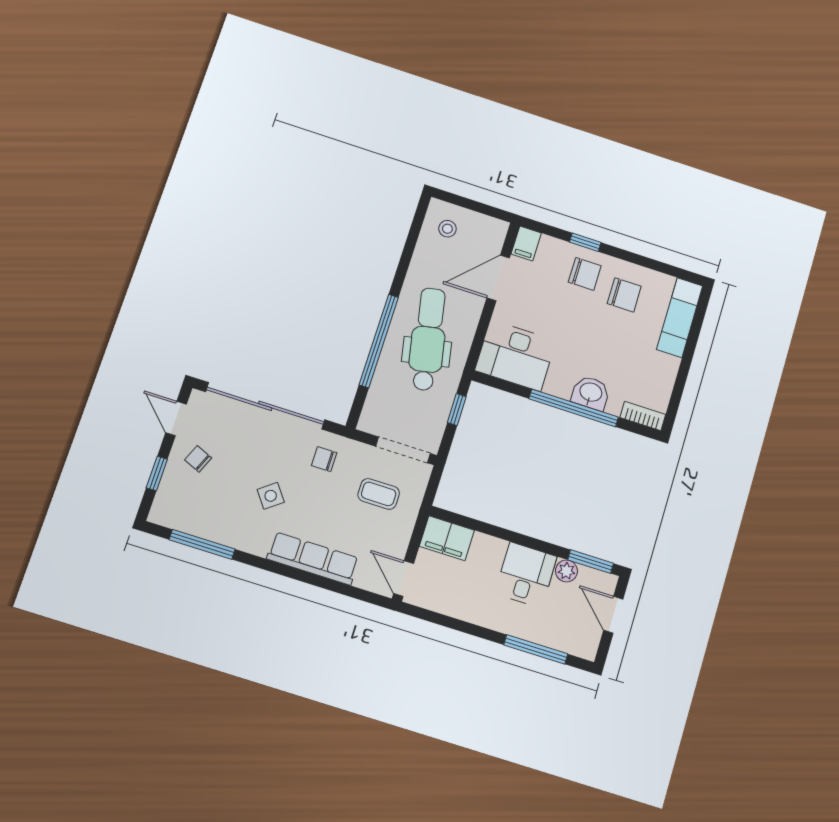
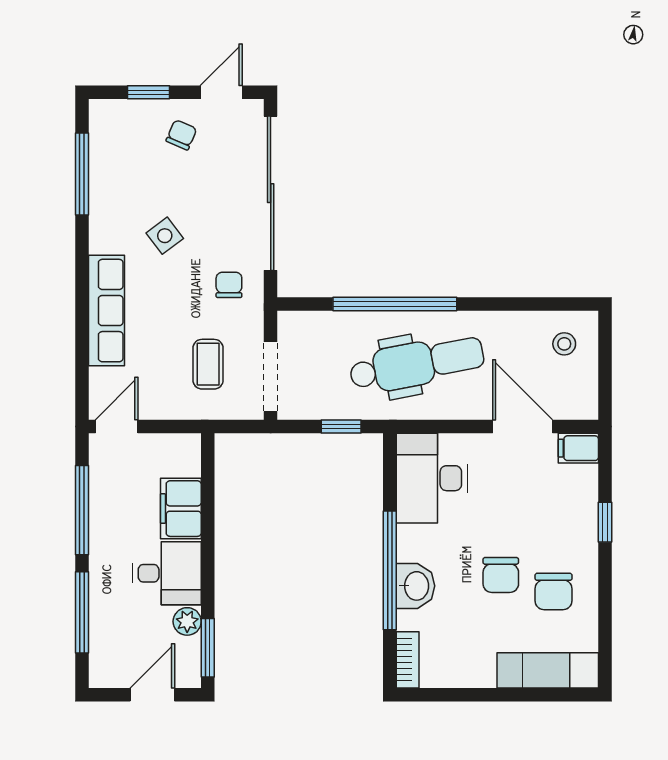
chair: (585, 274) -> (501, 575), moved
filing cabinet: (447, 538) -> (181, 509), moved
window: (459, 625) -> (82, 510), added

